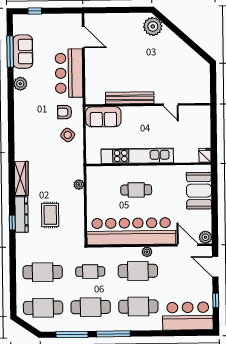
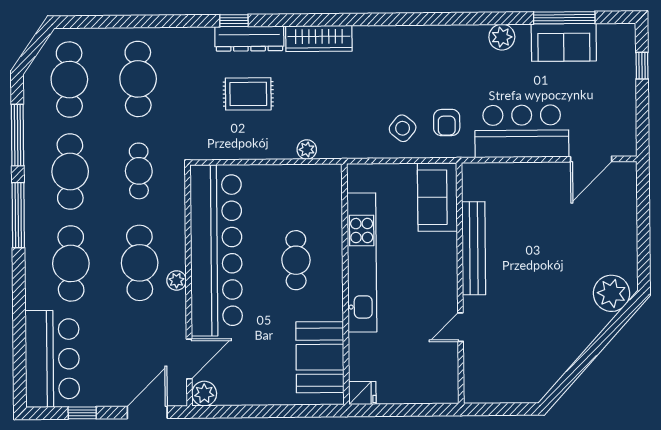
armchair: (65, 112) -> (447, 122), turned 180
booth: (199, 191) -> (320, 357), moved, turned 90

